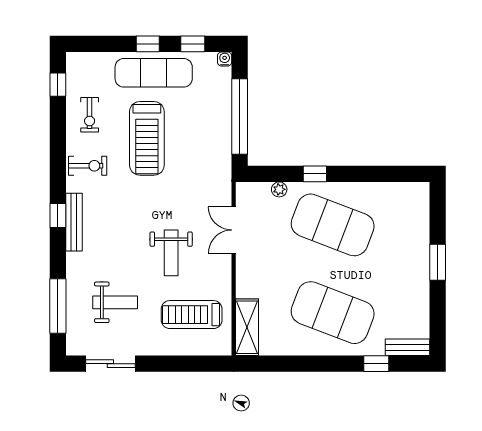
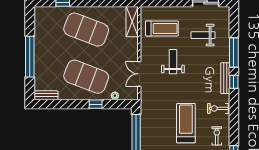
double door: (234, 230) -> (139, 74), swing flipped
window: (438, 262) -> (30, 57), width x2.11
window: (58, 306) -> (234, 53), moved
bench: (407, 347) -> (46, 95), moved

